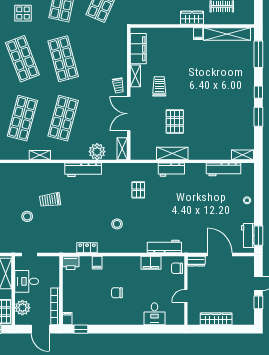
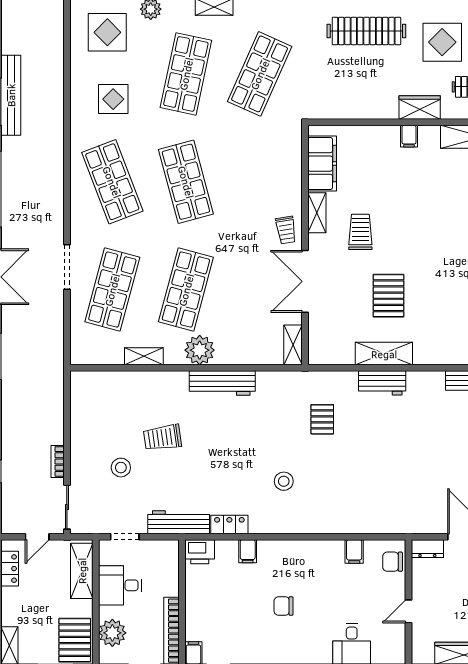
filing cabinet: (198, 34) -> (409, 136), moved
plant: (97, 152) -> (200, 350), moved
workbench: (164, 247) -> (179, 522), moved
filing cabinet: (151, 263) -> (354, 552), width x0.50

